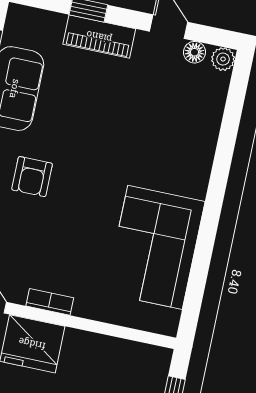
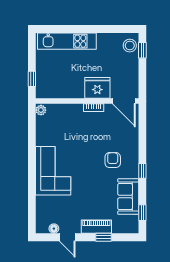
plant: (223, 59) -> (41, 110), moved
corner sofa: (155, 247) -> (53, 171), moved

